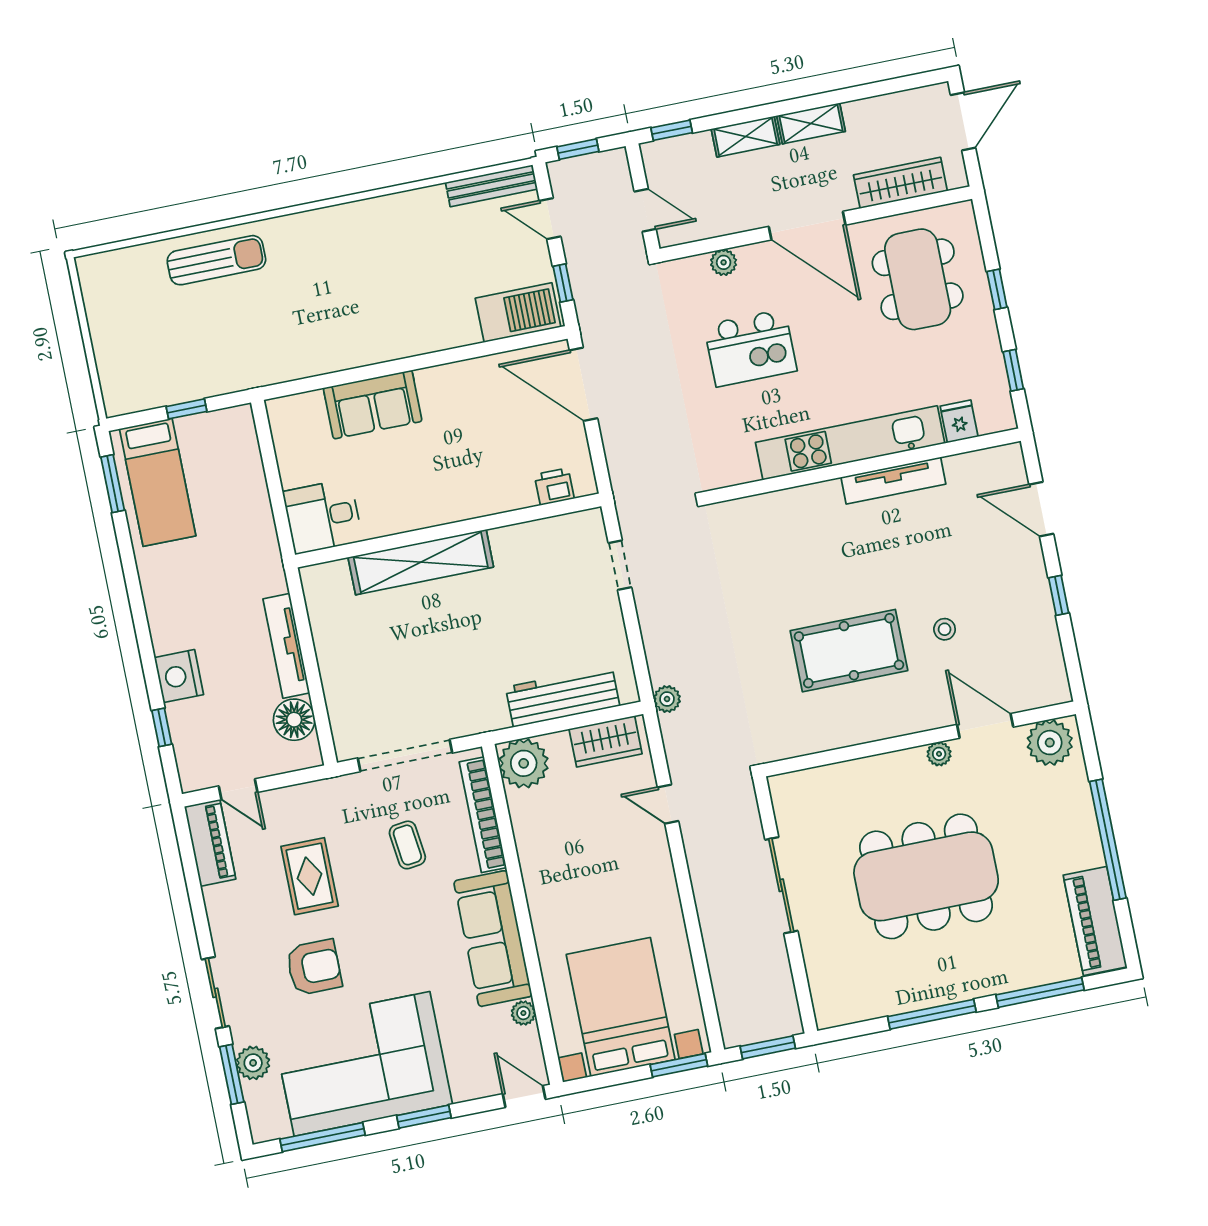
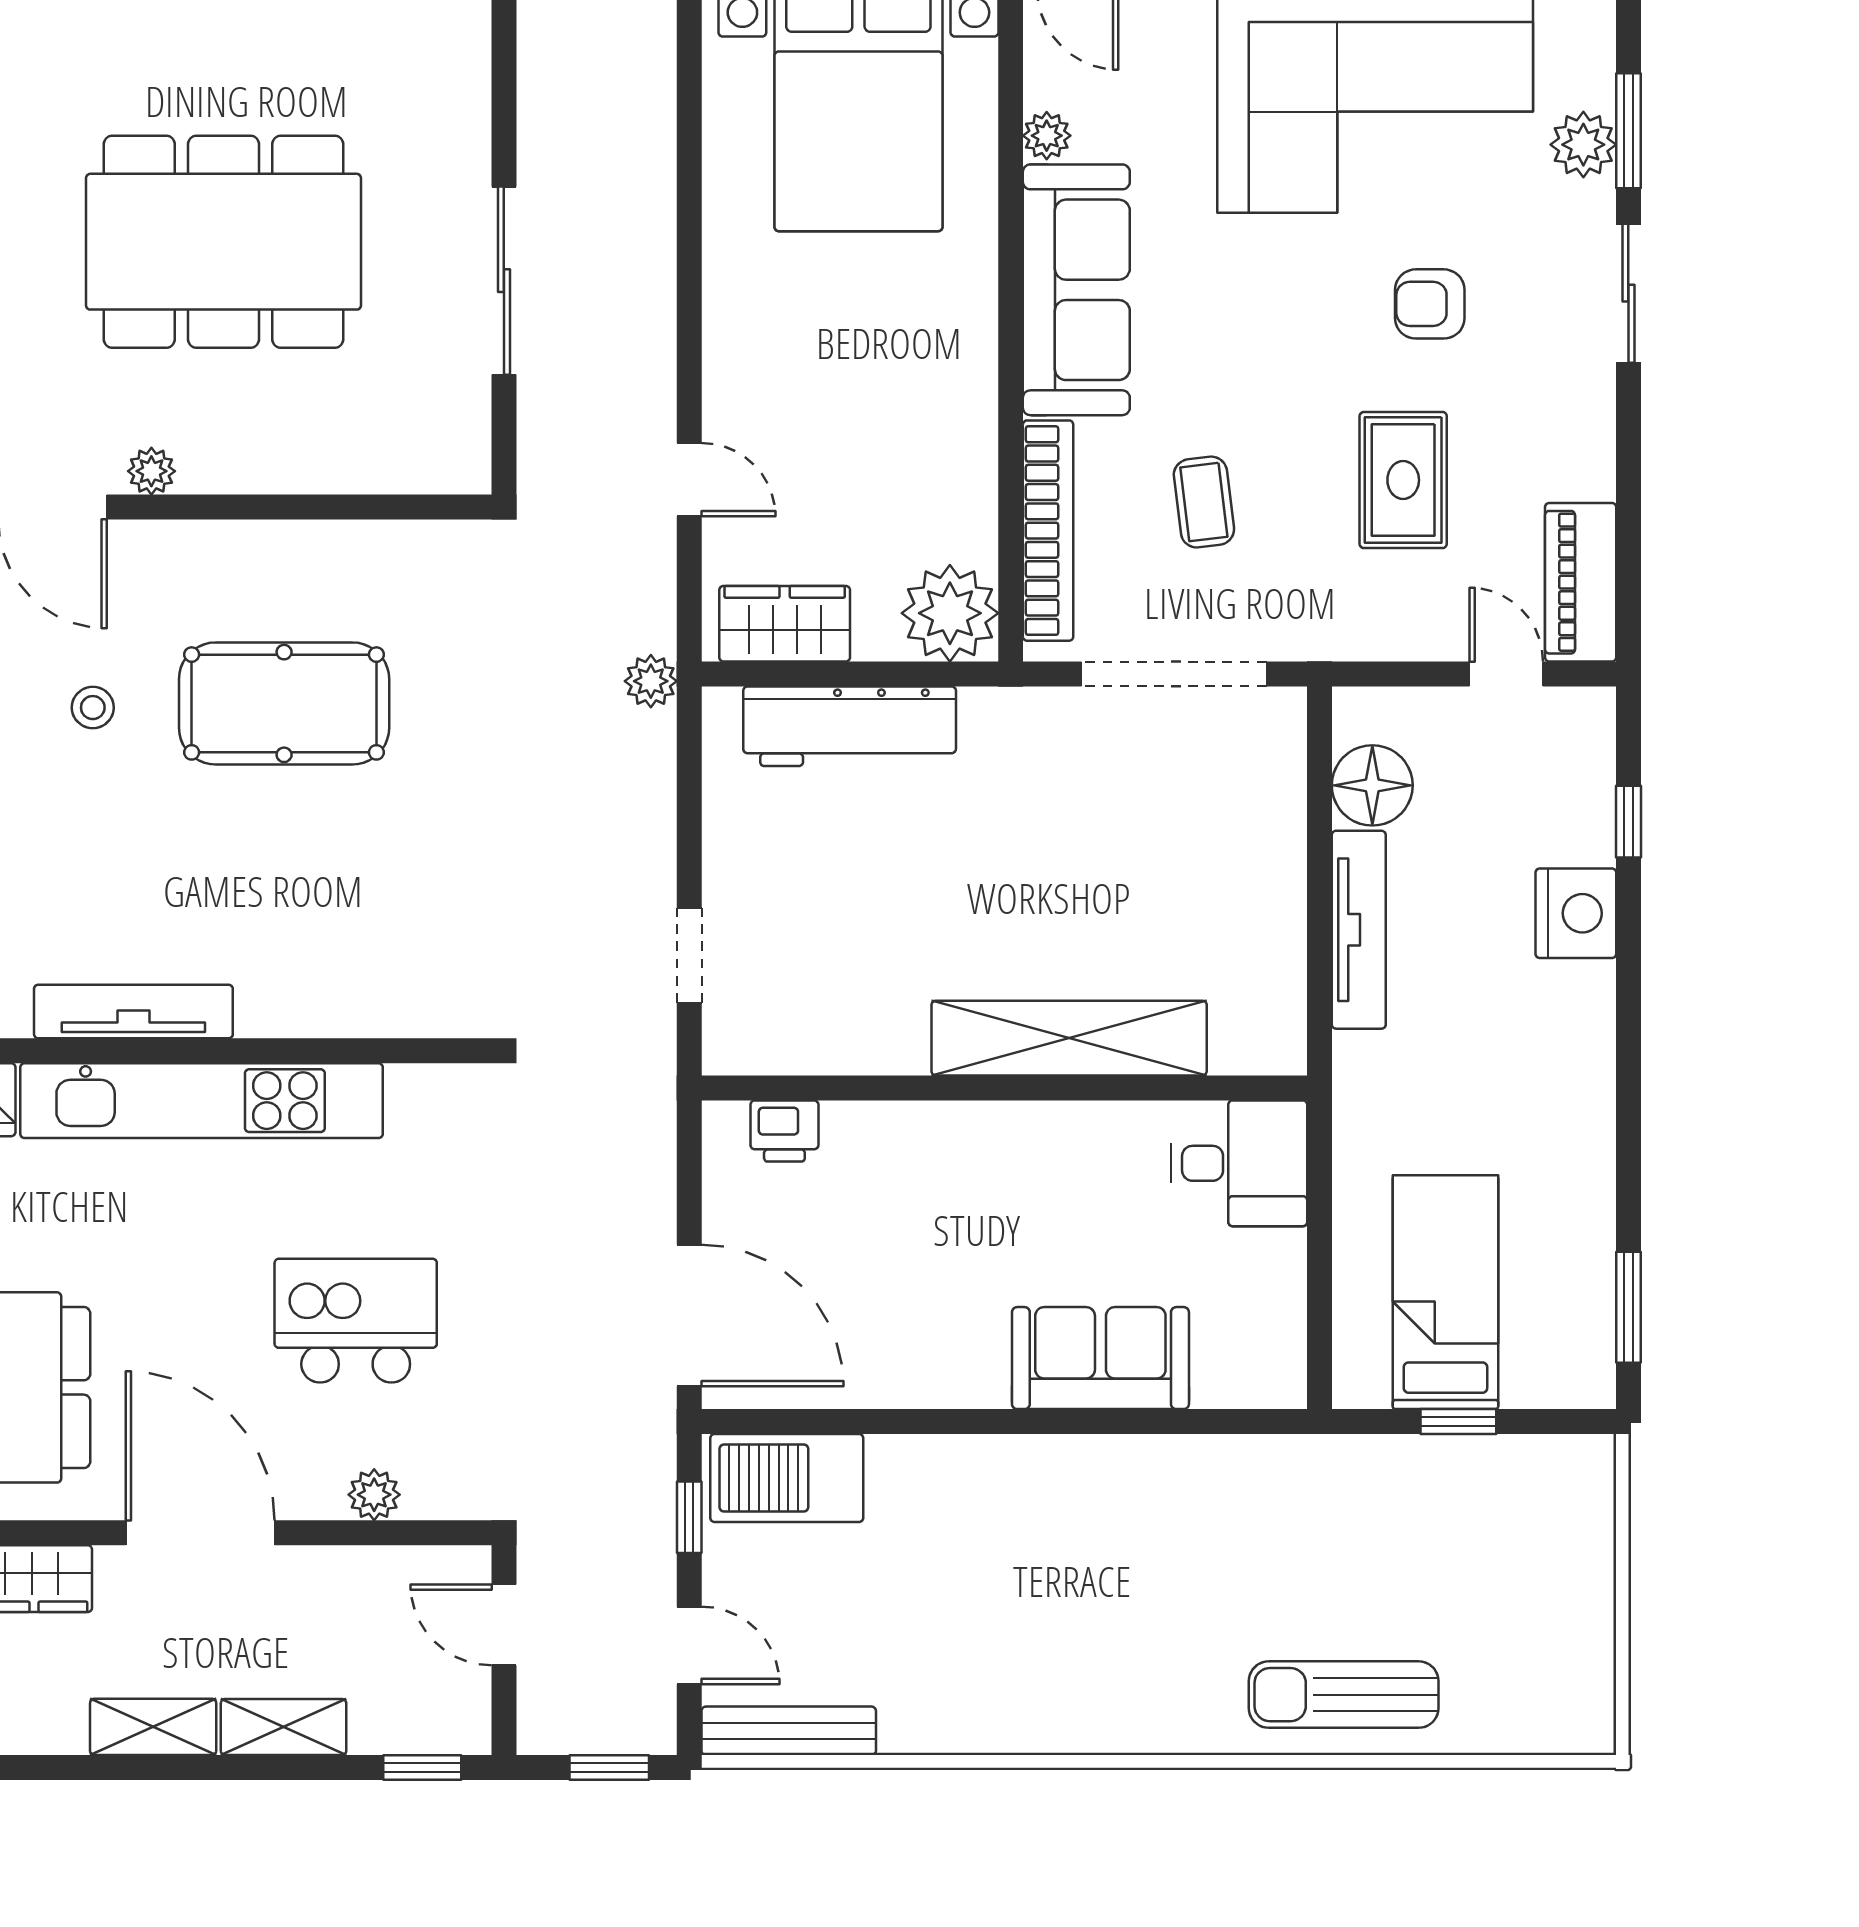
bed: (158, 482) -> (1445, 1292), moved
armchair: (314, 967) -> (1430, 304), width x0.72, depth x0.72

